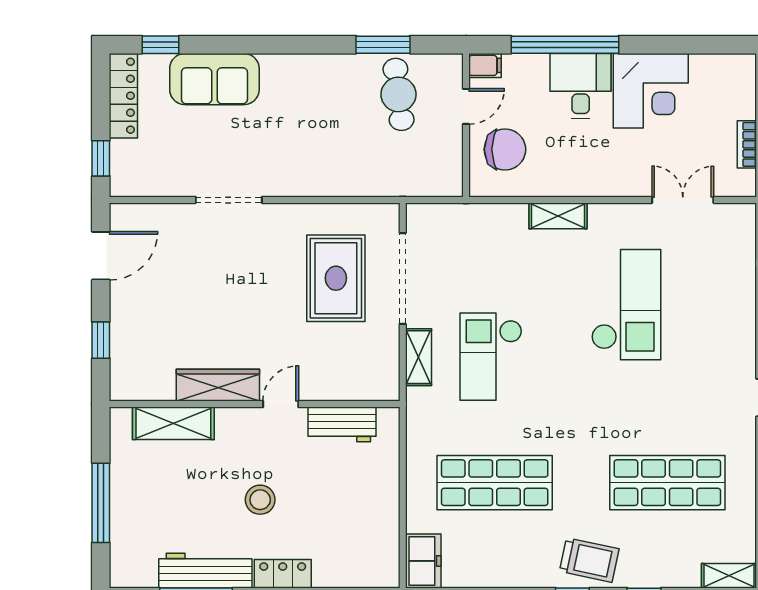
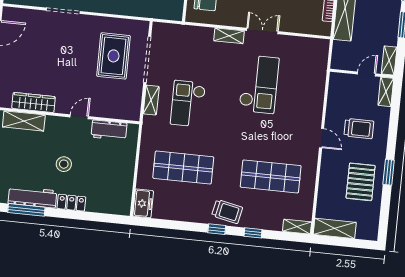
double door: (683, 200) -> (262, 31), moved
wardrobe: (218, 385) -> (34, 102), moved

